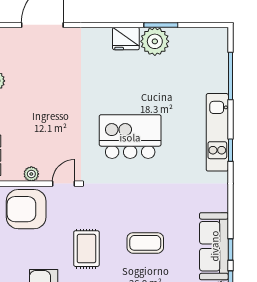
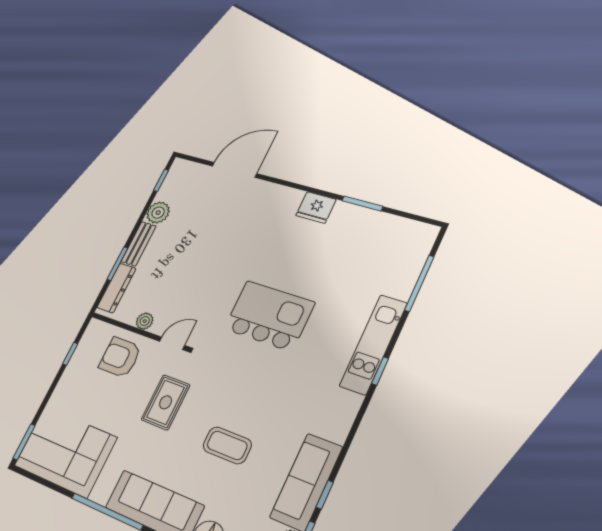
plant: (155, 41) -> (347, 219), removed
armchair: (26, 209) -> (120, 357), width x0.73, depth x0.73
rug: (86, 249) -> (166, 402), moved

